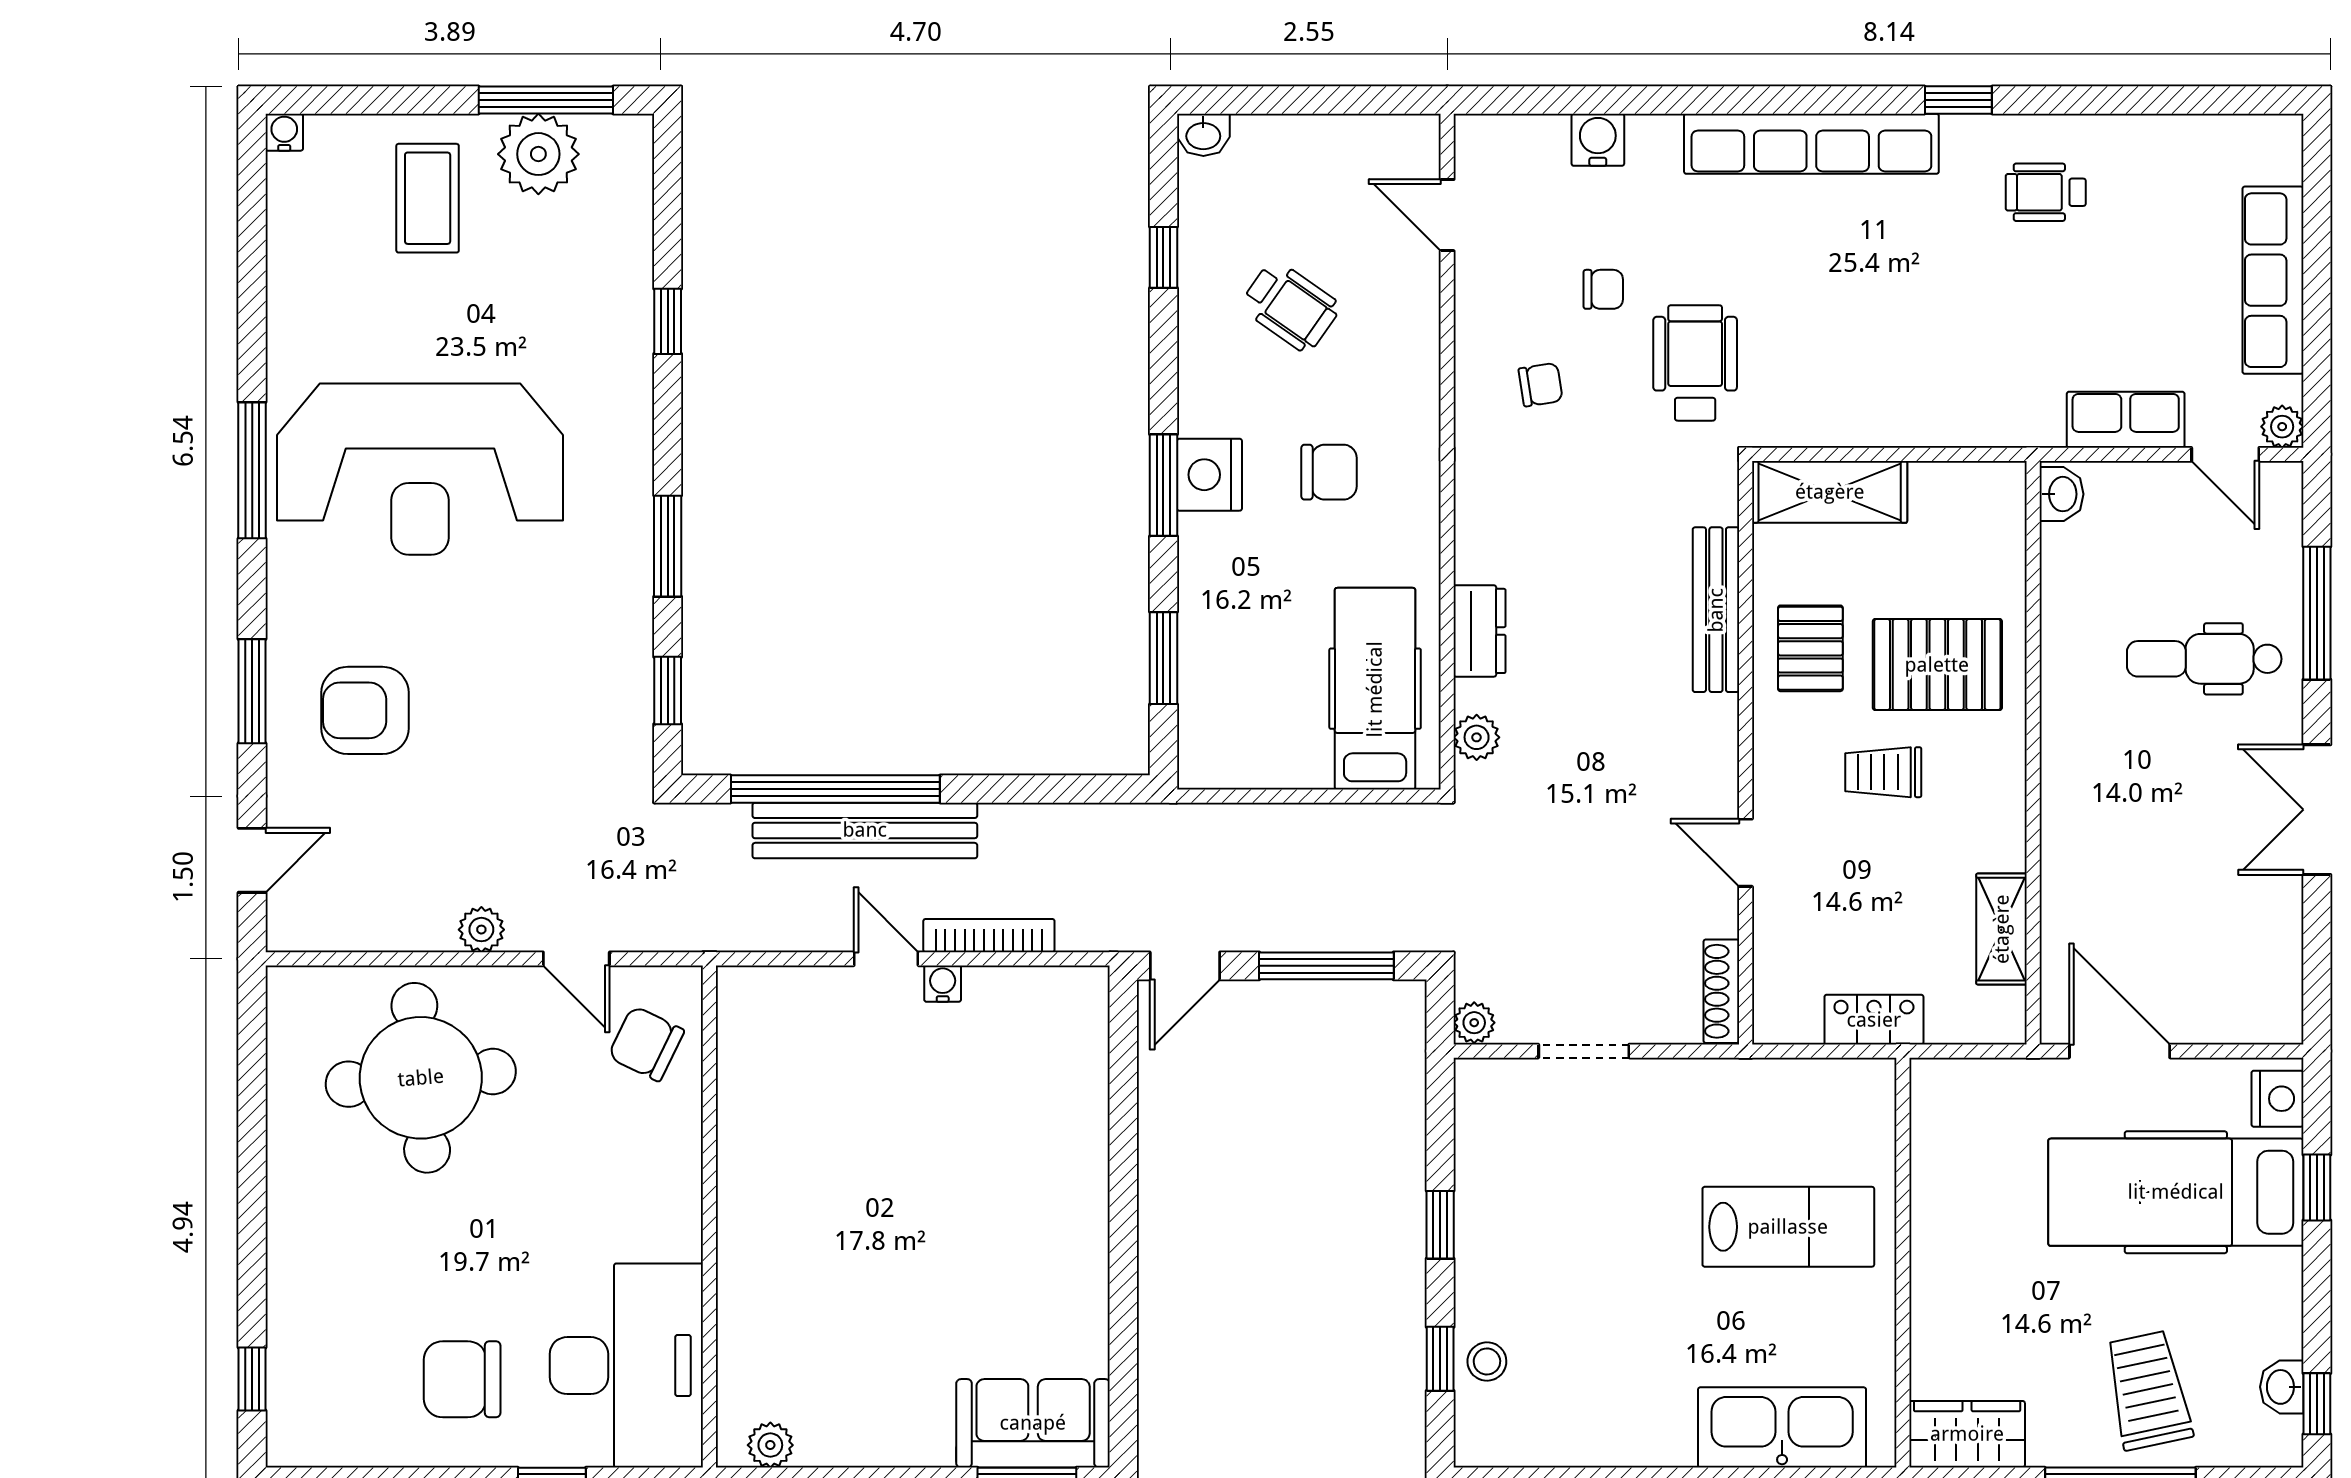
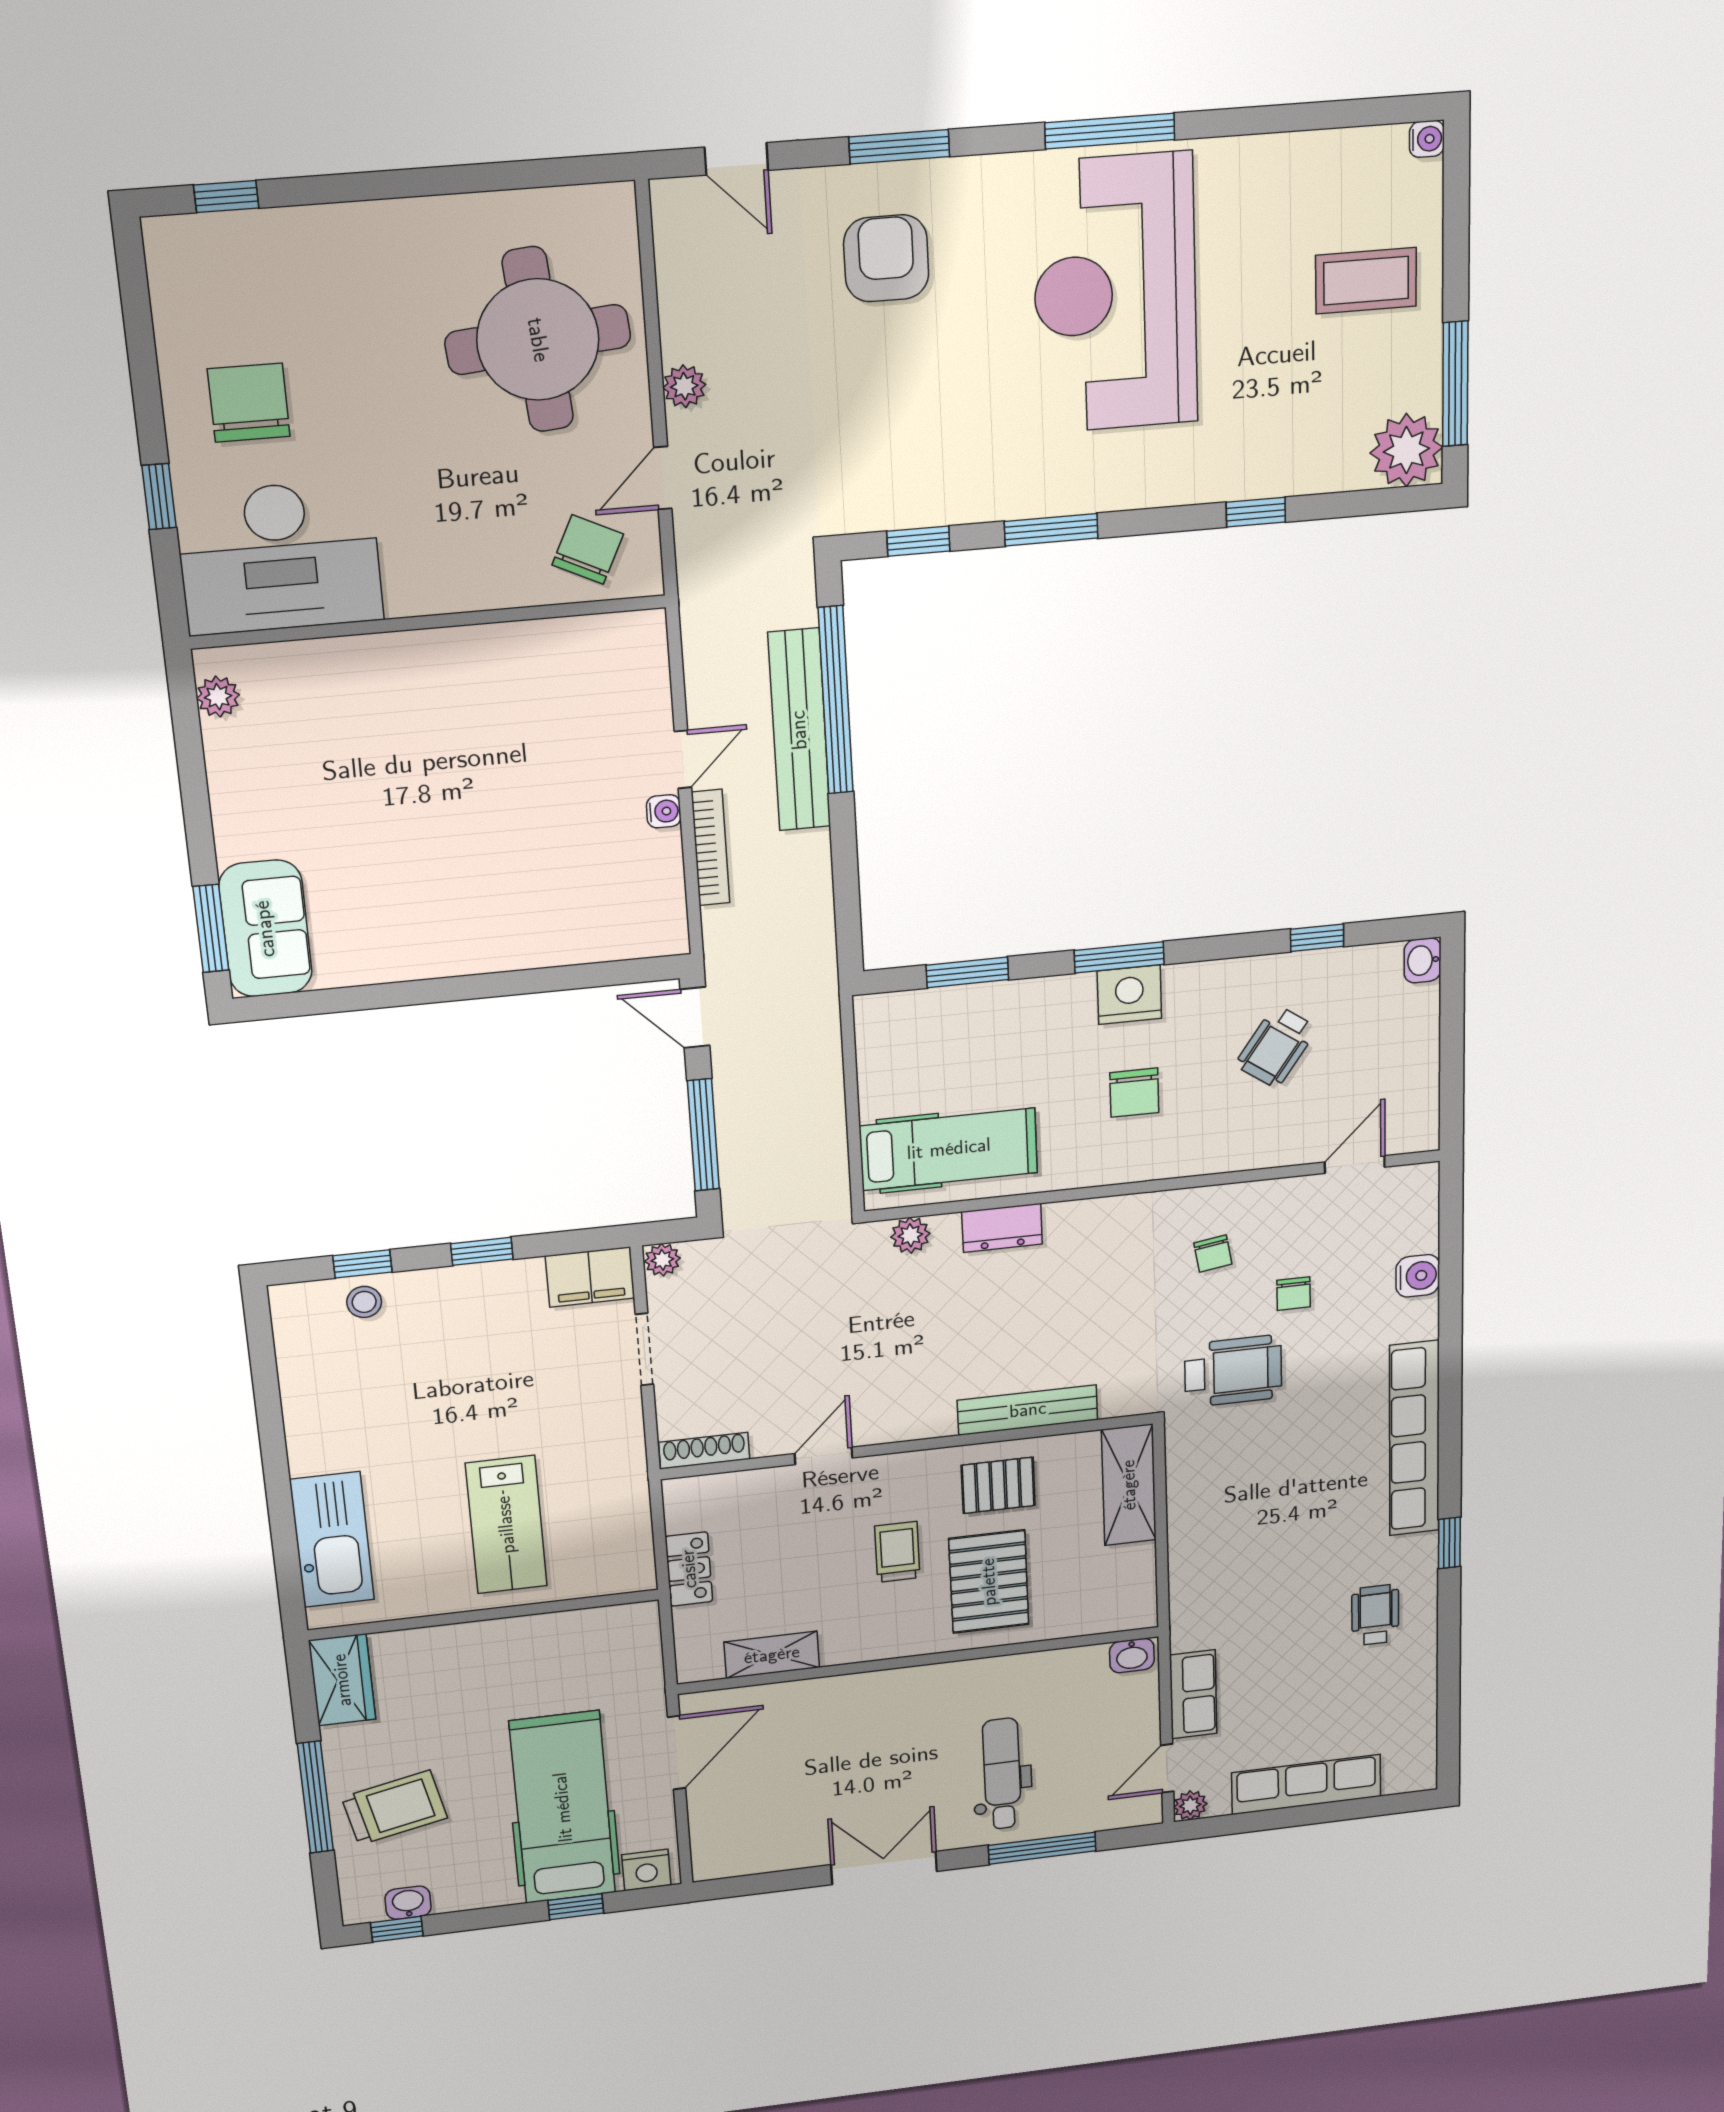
plant: (538, 154) -> (1406, 450), moved
filing cabinet: (1486, 1106) -> (590, 1277), added

